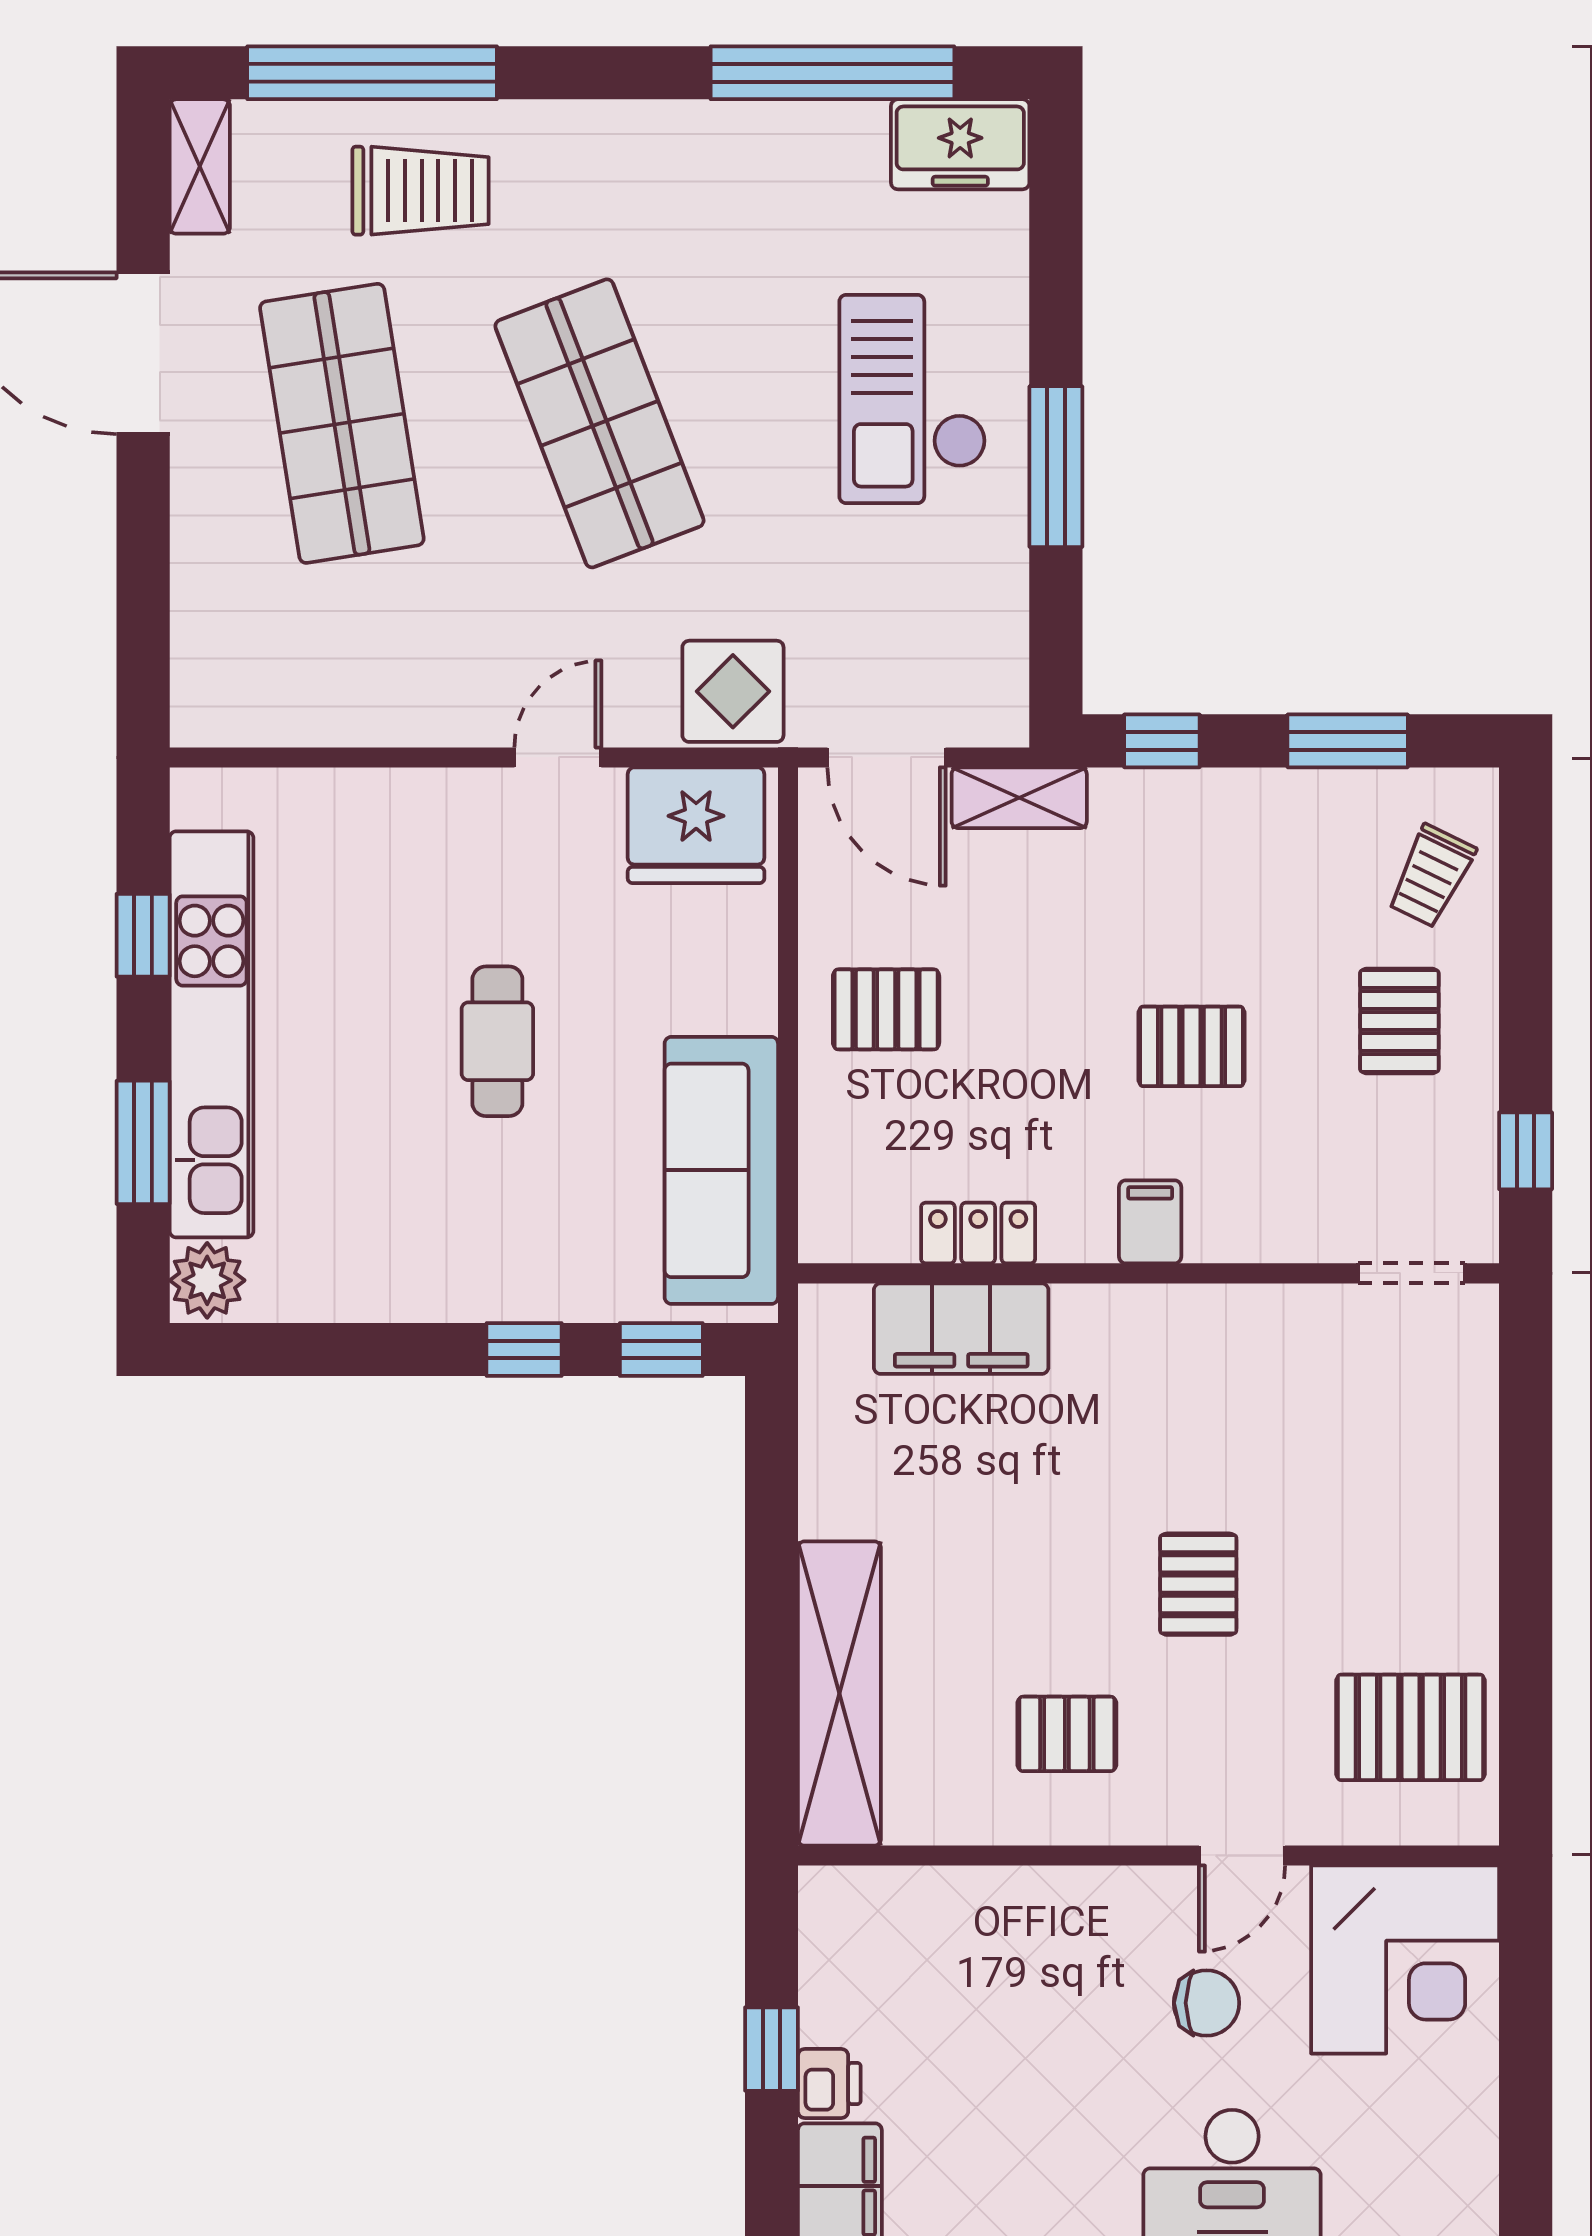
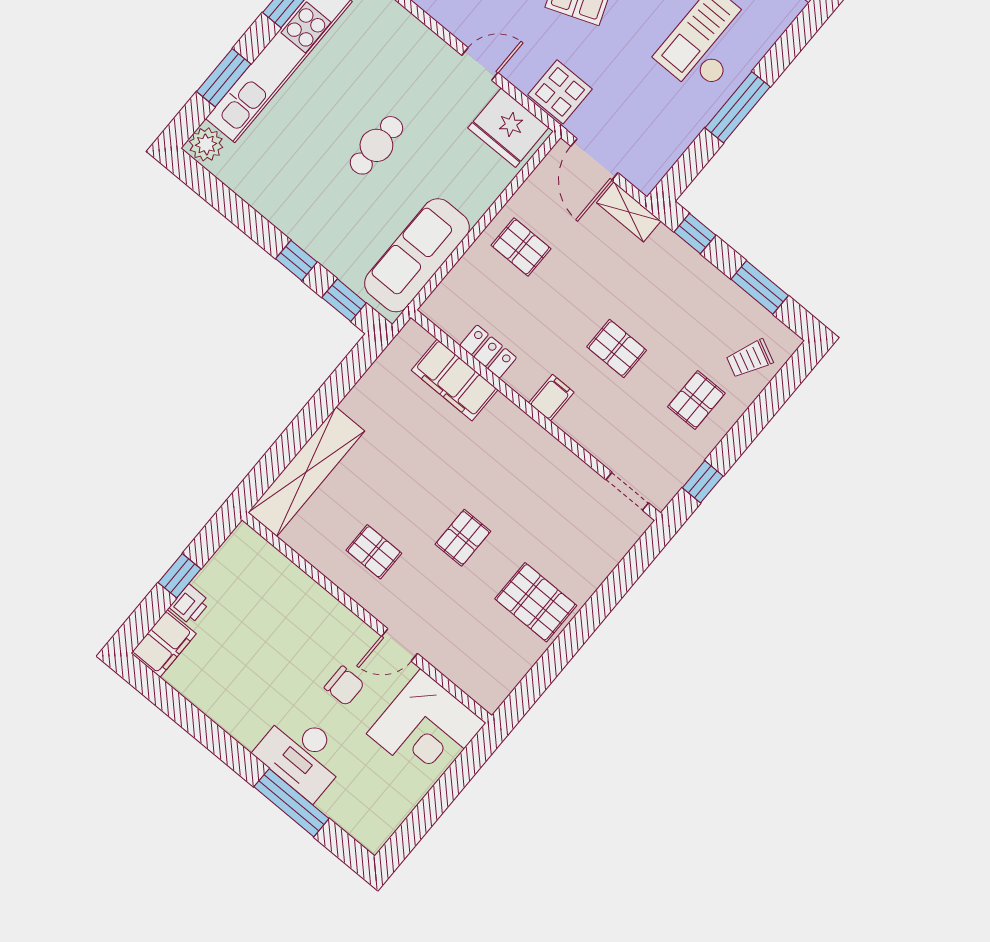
pallet: (1411, 1727) -> (536, 602), moved

